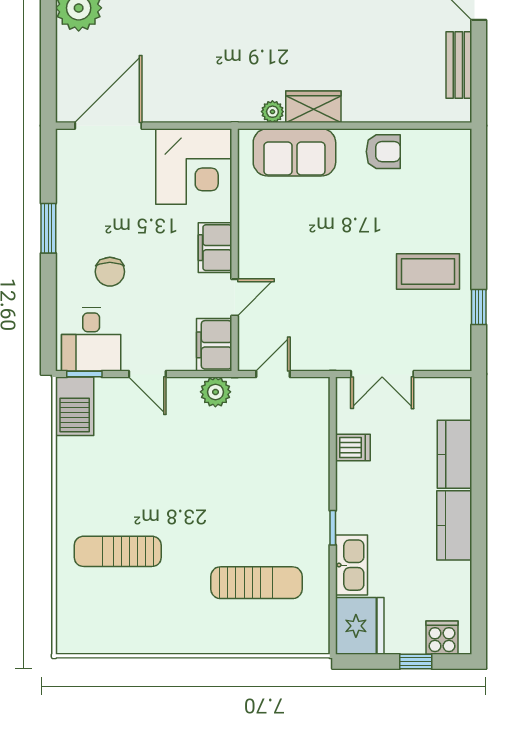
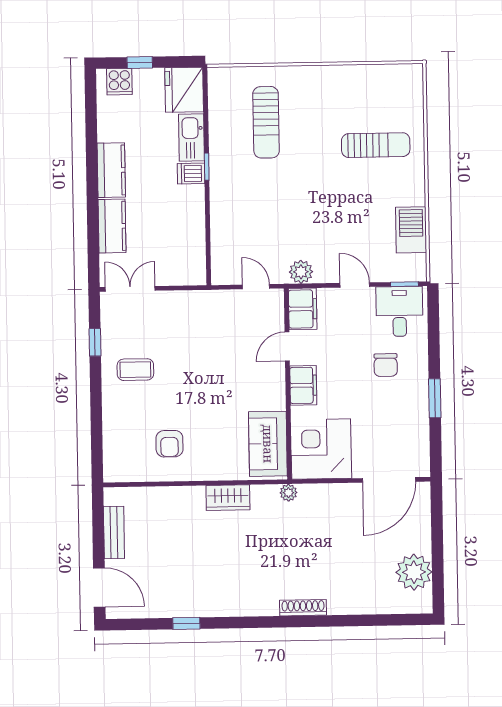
plant: (272, 112) -> (288, 493), moved
sofa: (294, 152) -> (268, 444), moved, turned -90
armchair: (383, 152) -> (169, 444), moved, turned -90
coffee table: (428, 271) -> (135, 370), width x0.73, depth x0.77
chair: (110, 272) -> (386, 365), turned 180
door: (273, 374) -> (256, 287), swing flipped
double door: (382, 374) -> (130, 289), moved
barbecue: (75, 406) -> (411, 230), moved
dishwasher: (353, 447) -> (191, 173), moved
sun lounger: (257, 583) -> (266, 122), turned -90

